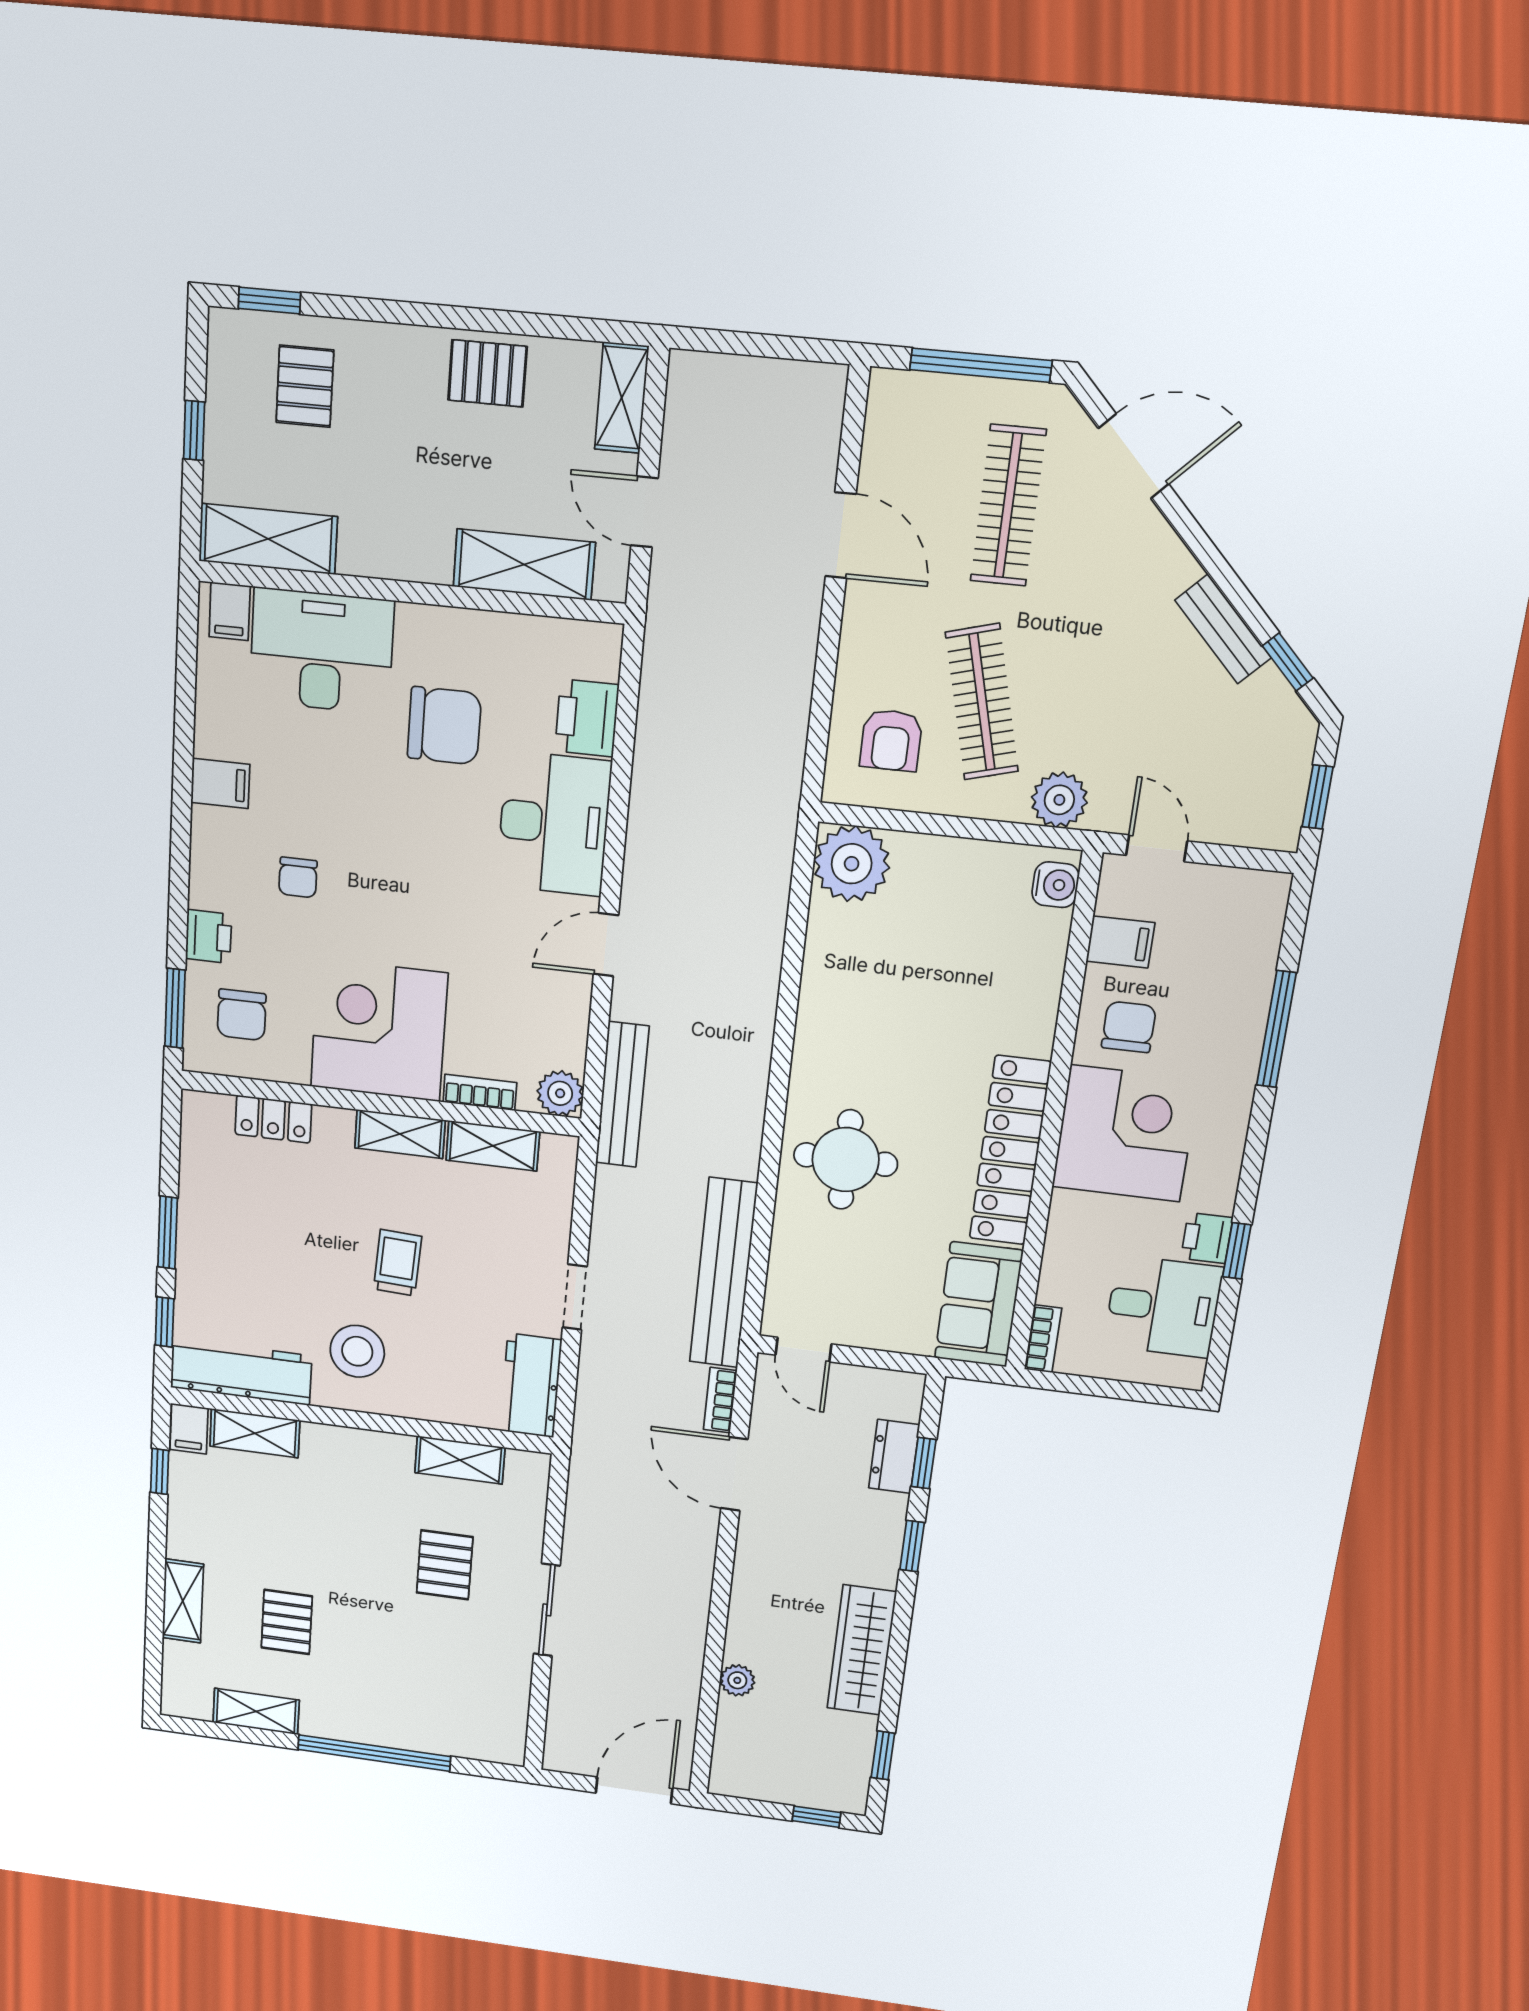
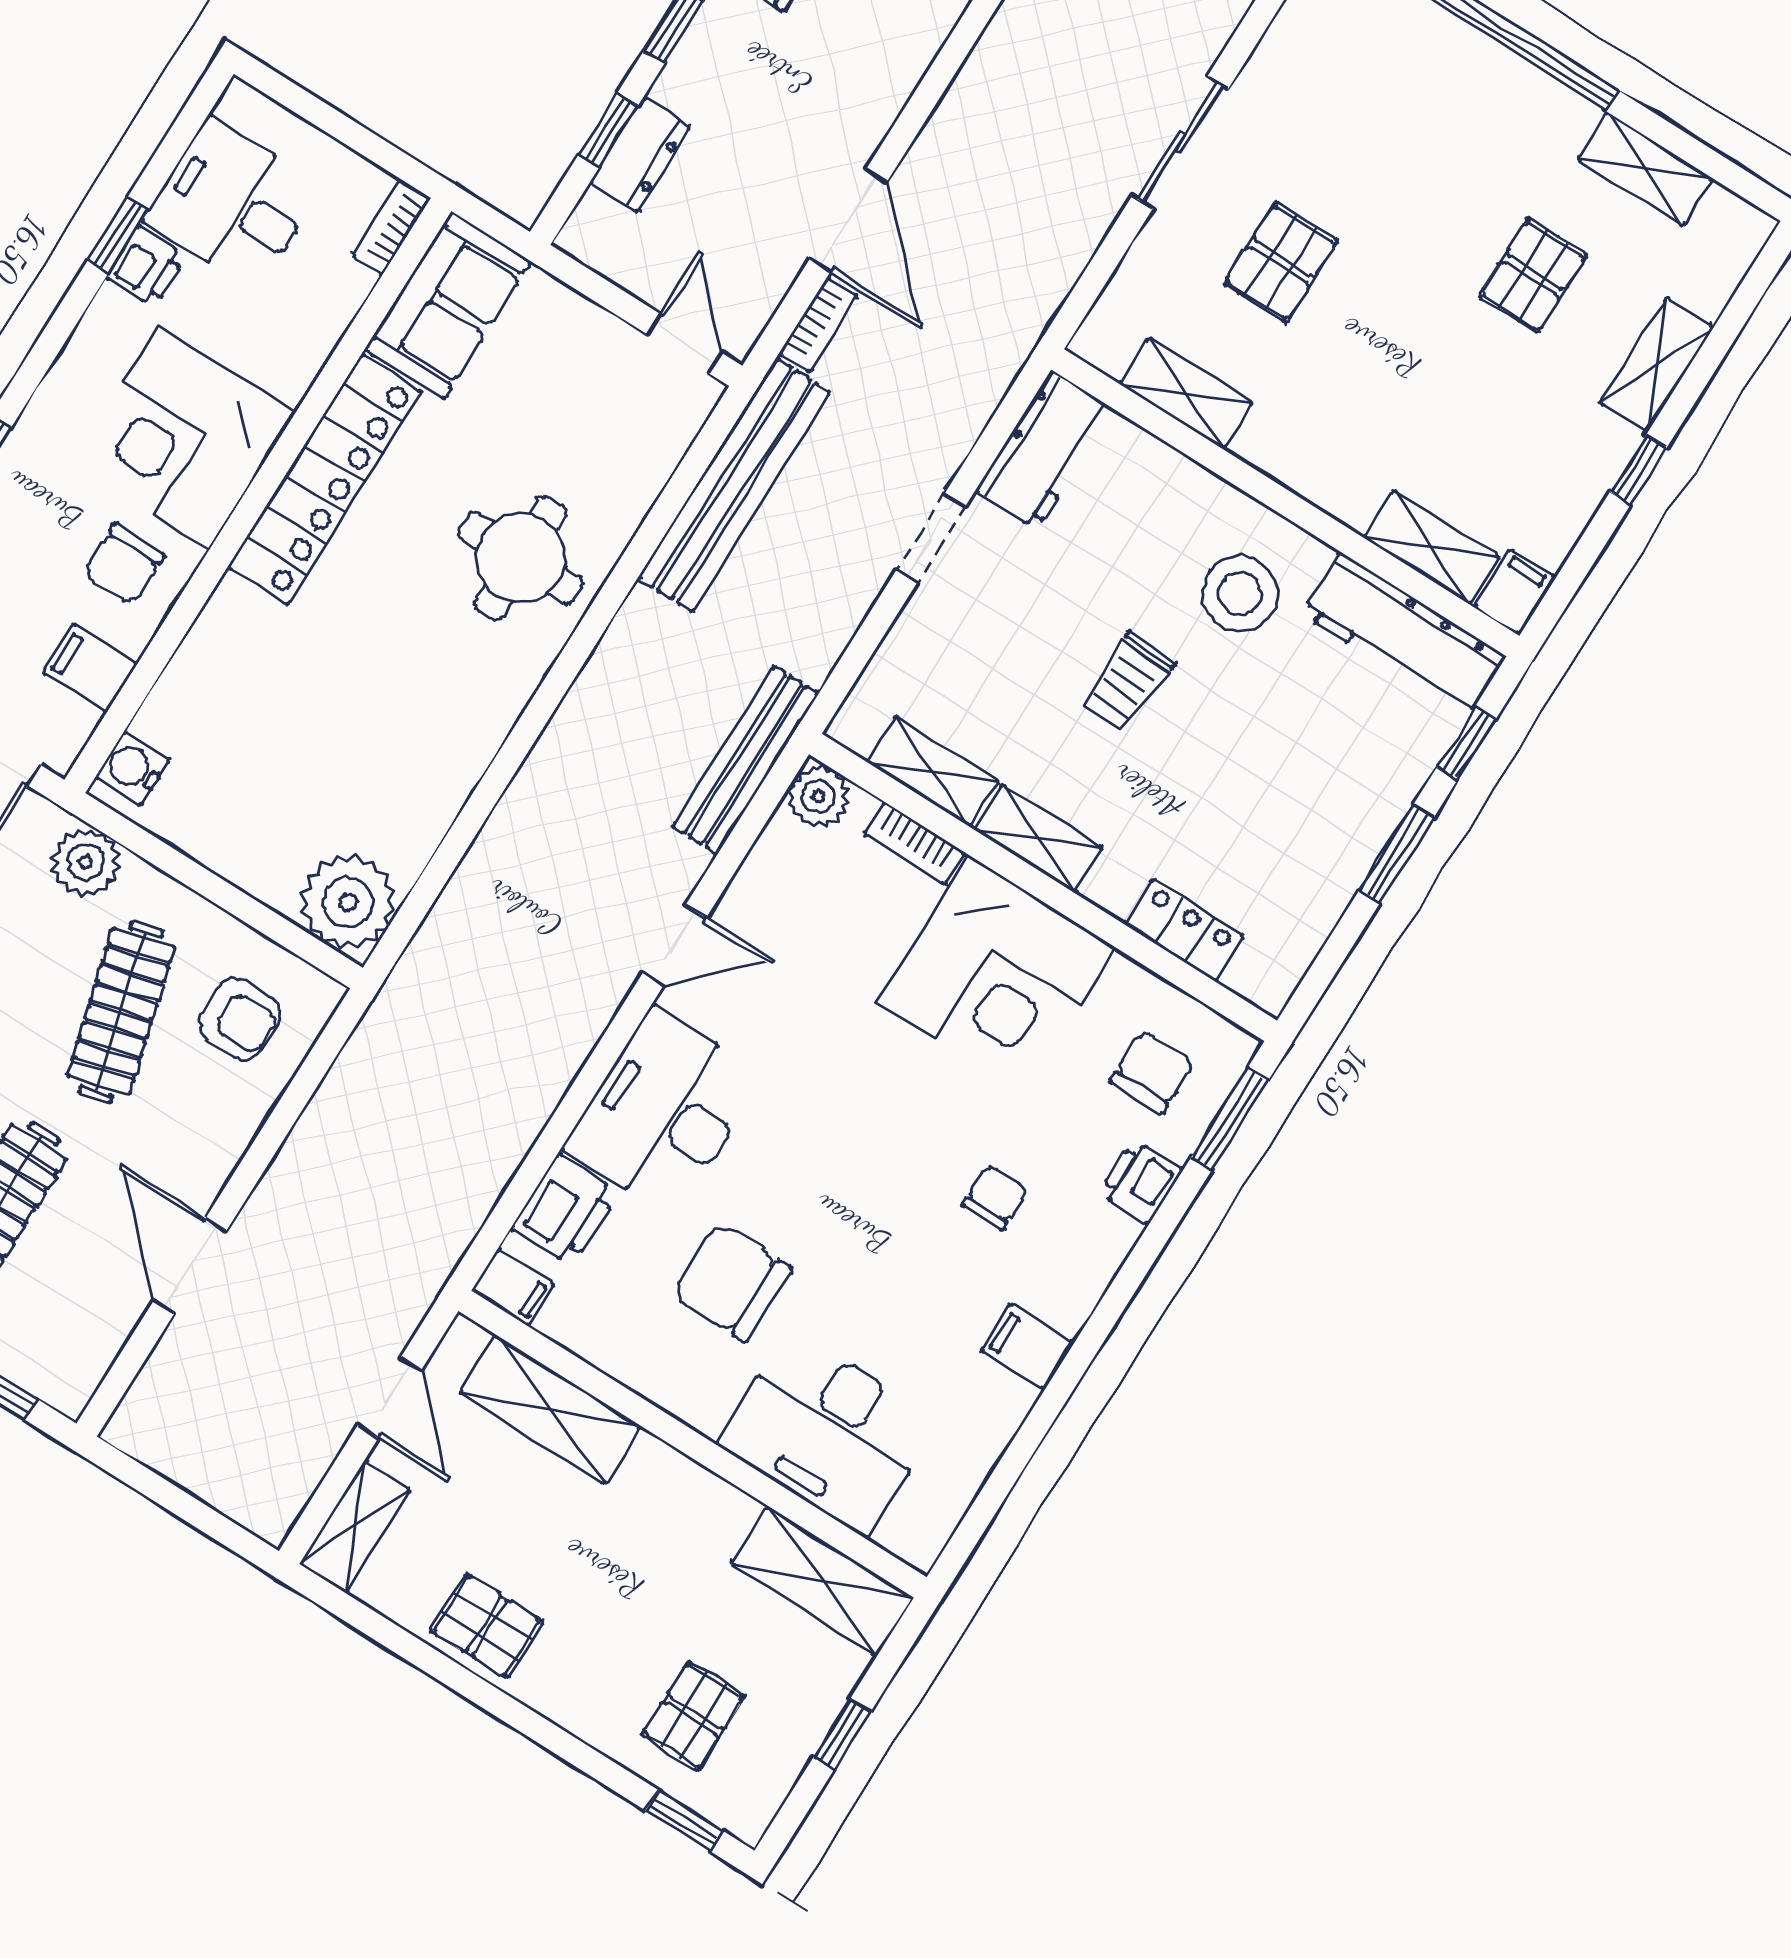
filing cabinet: (230, 611) -> (513, 1287), moved, turned 90
armchair: (891, 740) -> (239, 1019), turned 90
window: (160, 1471) -> (1638, 470), moved

